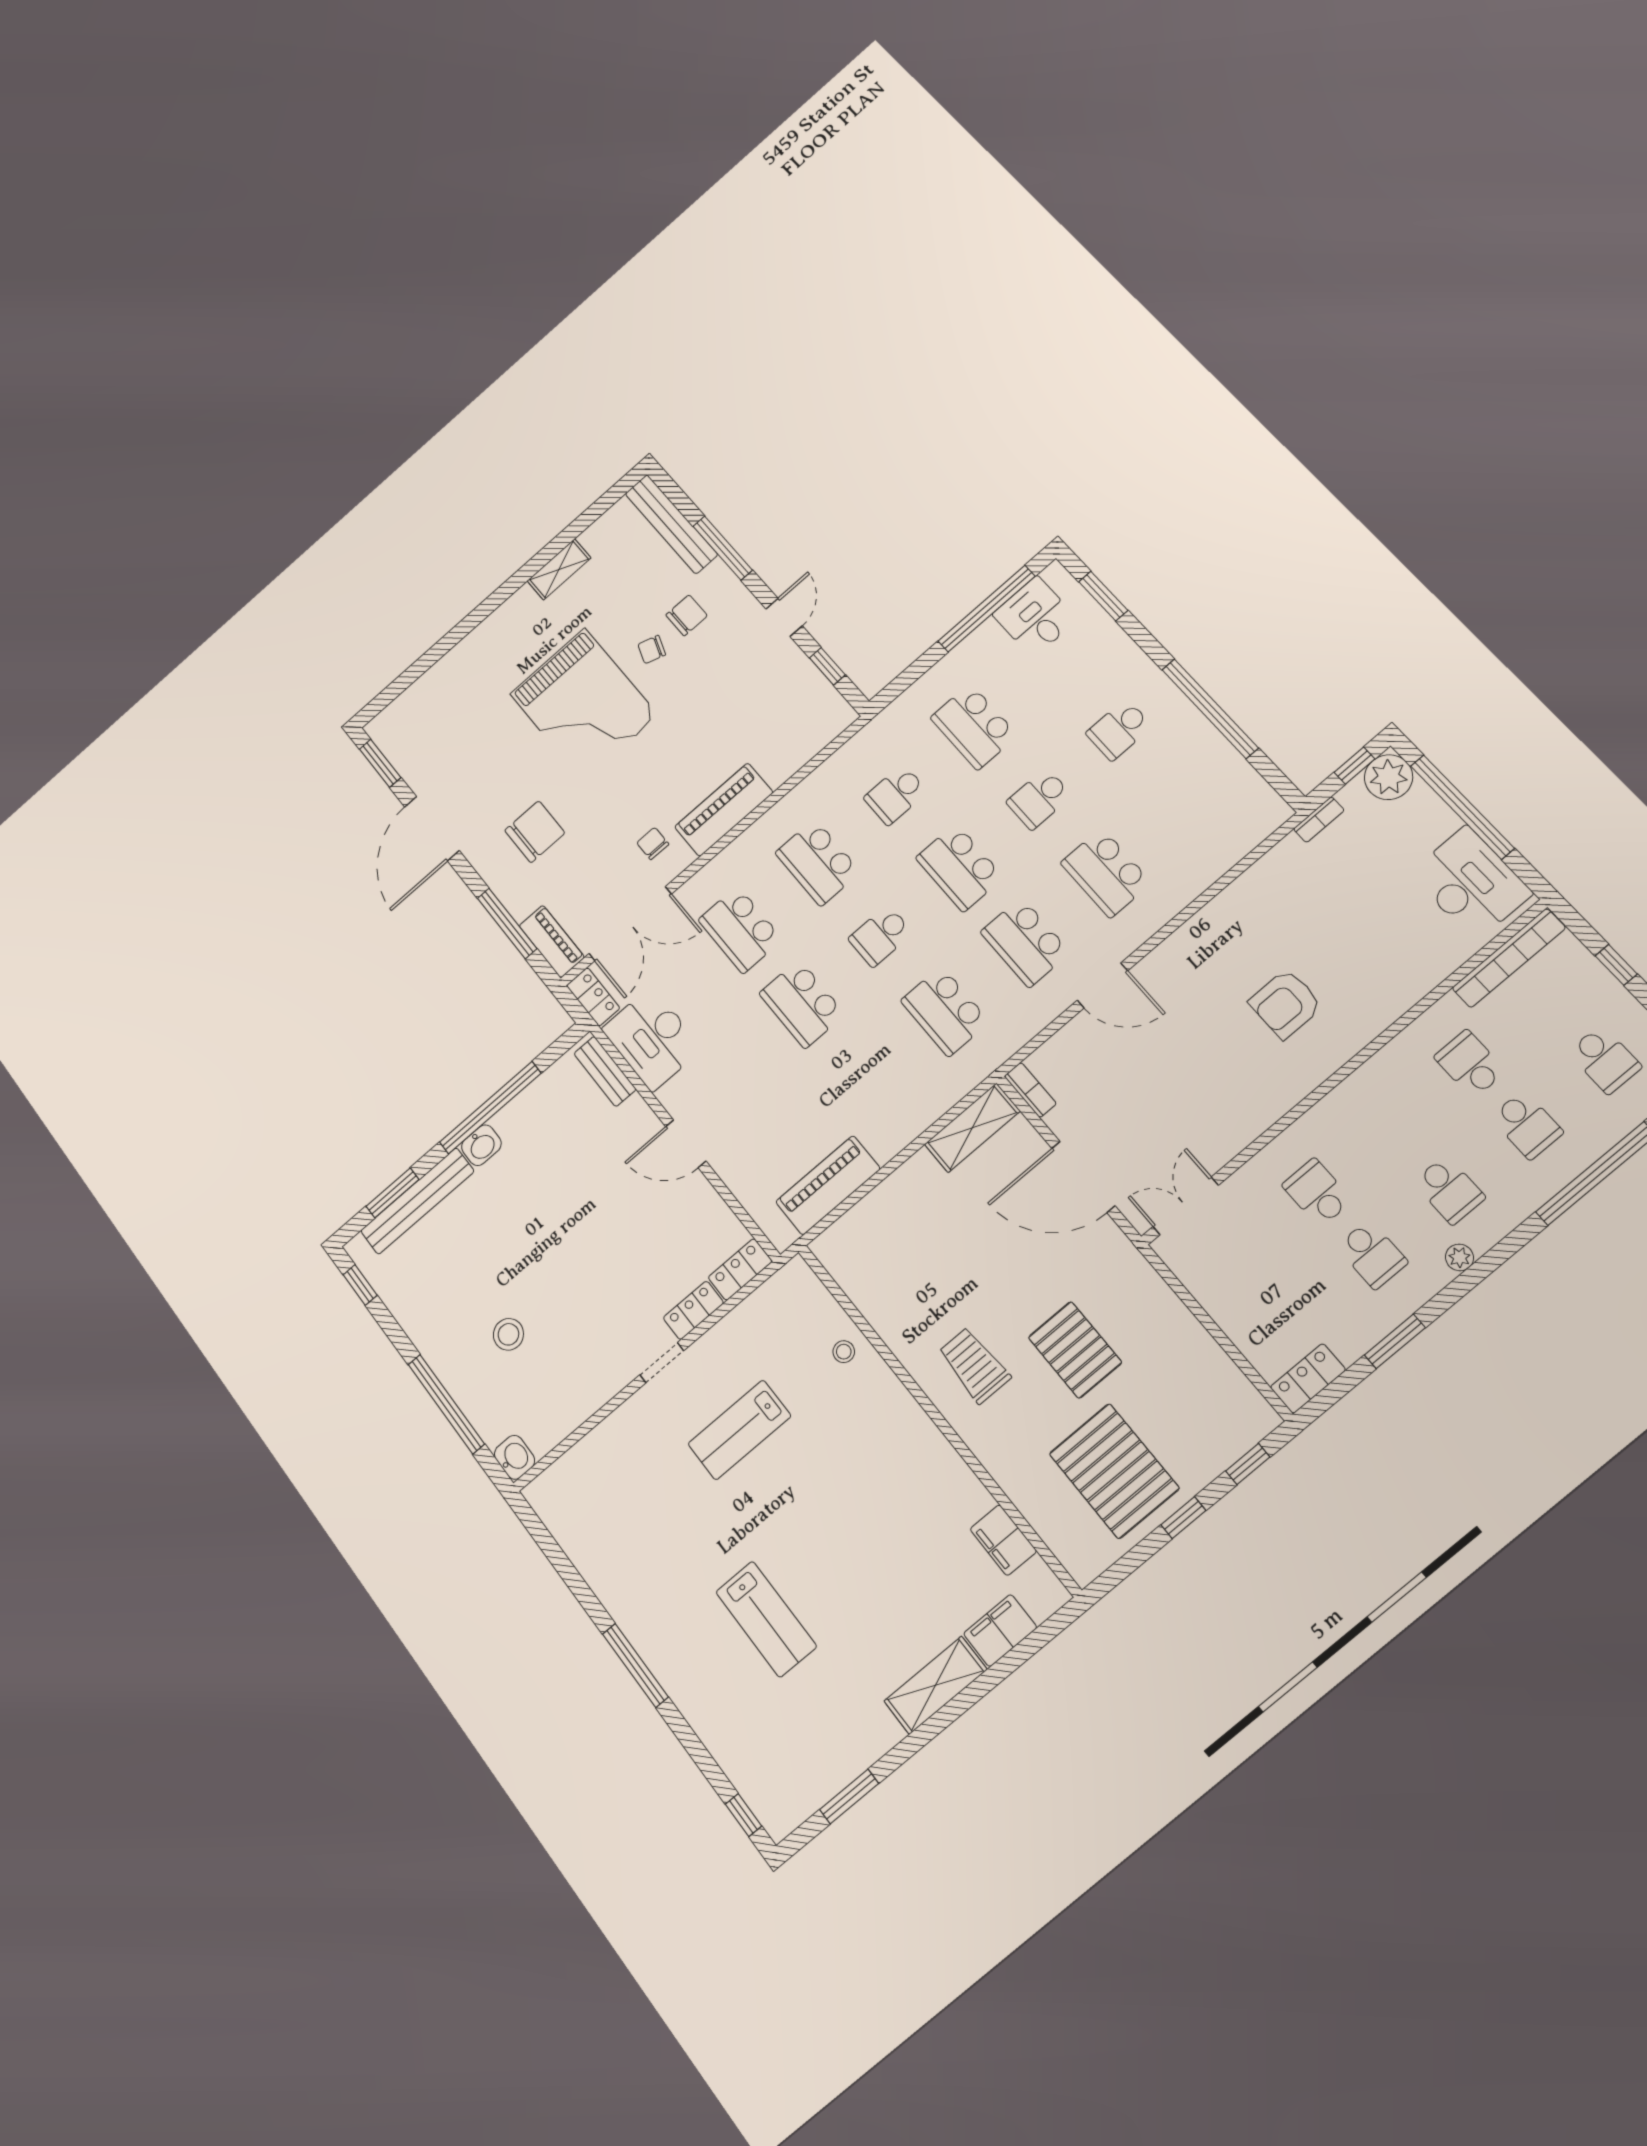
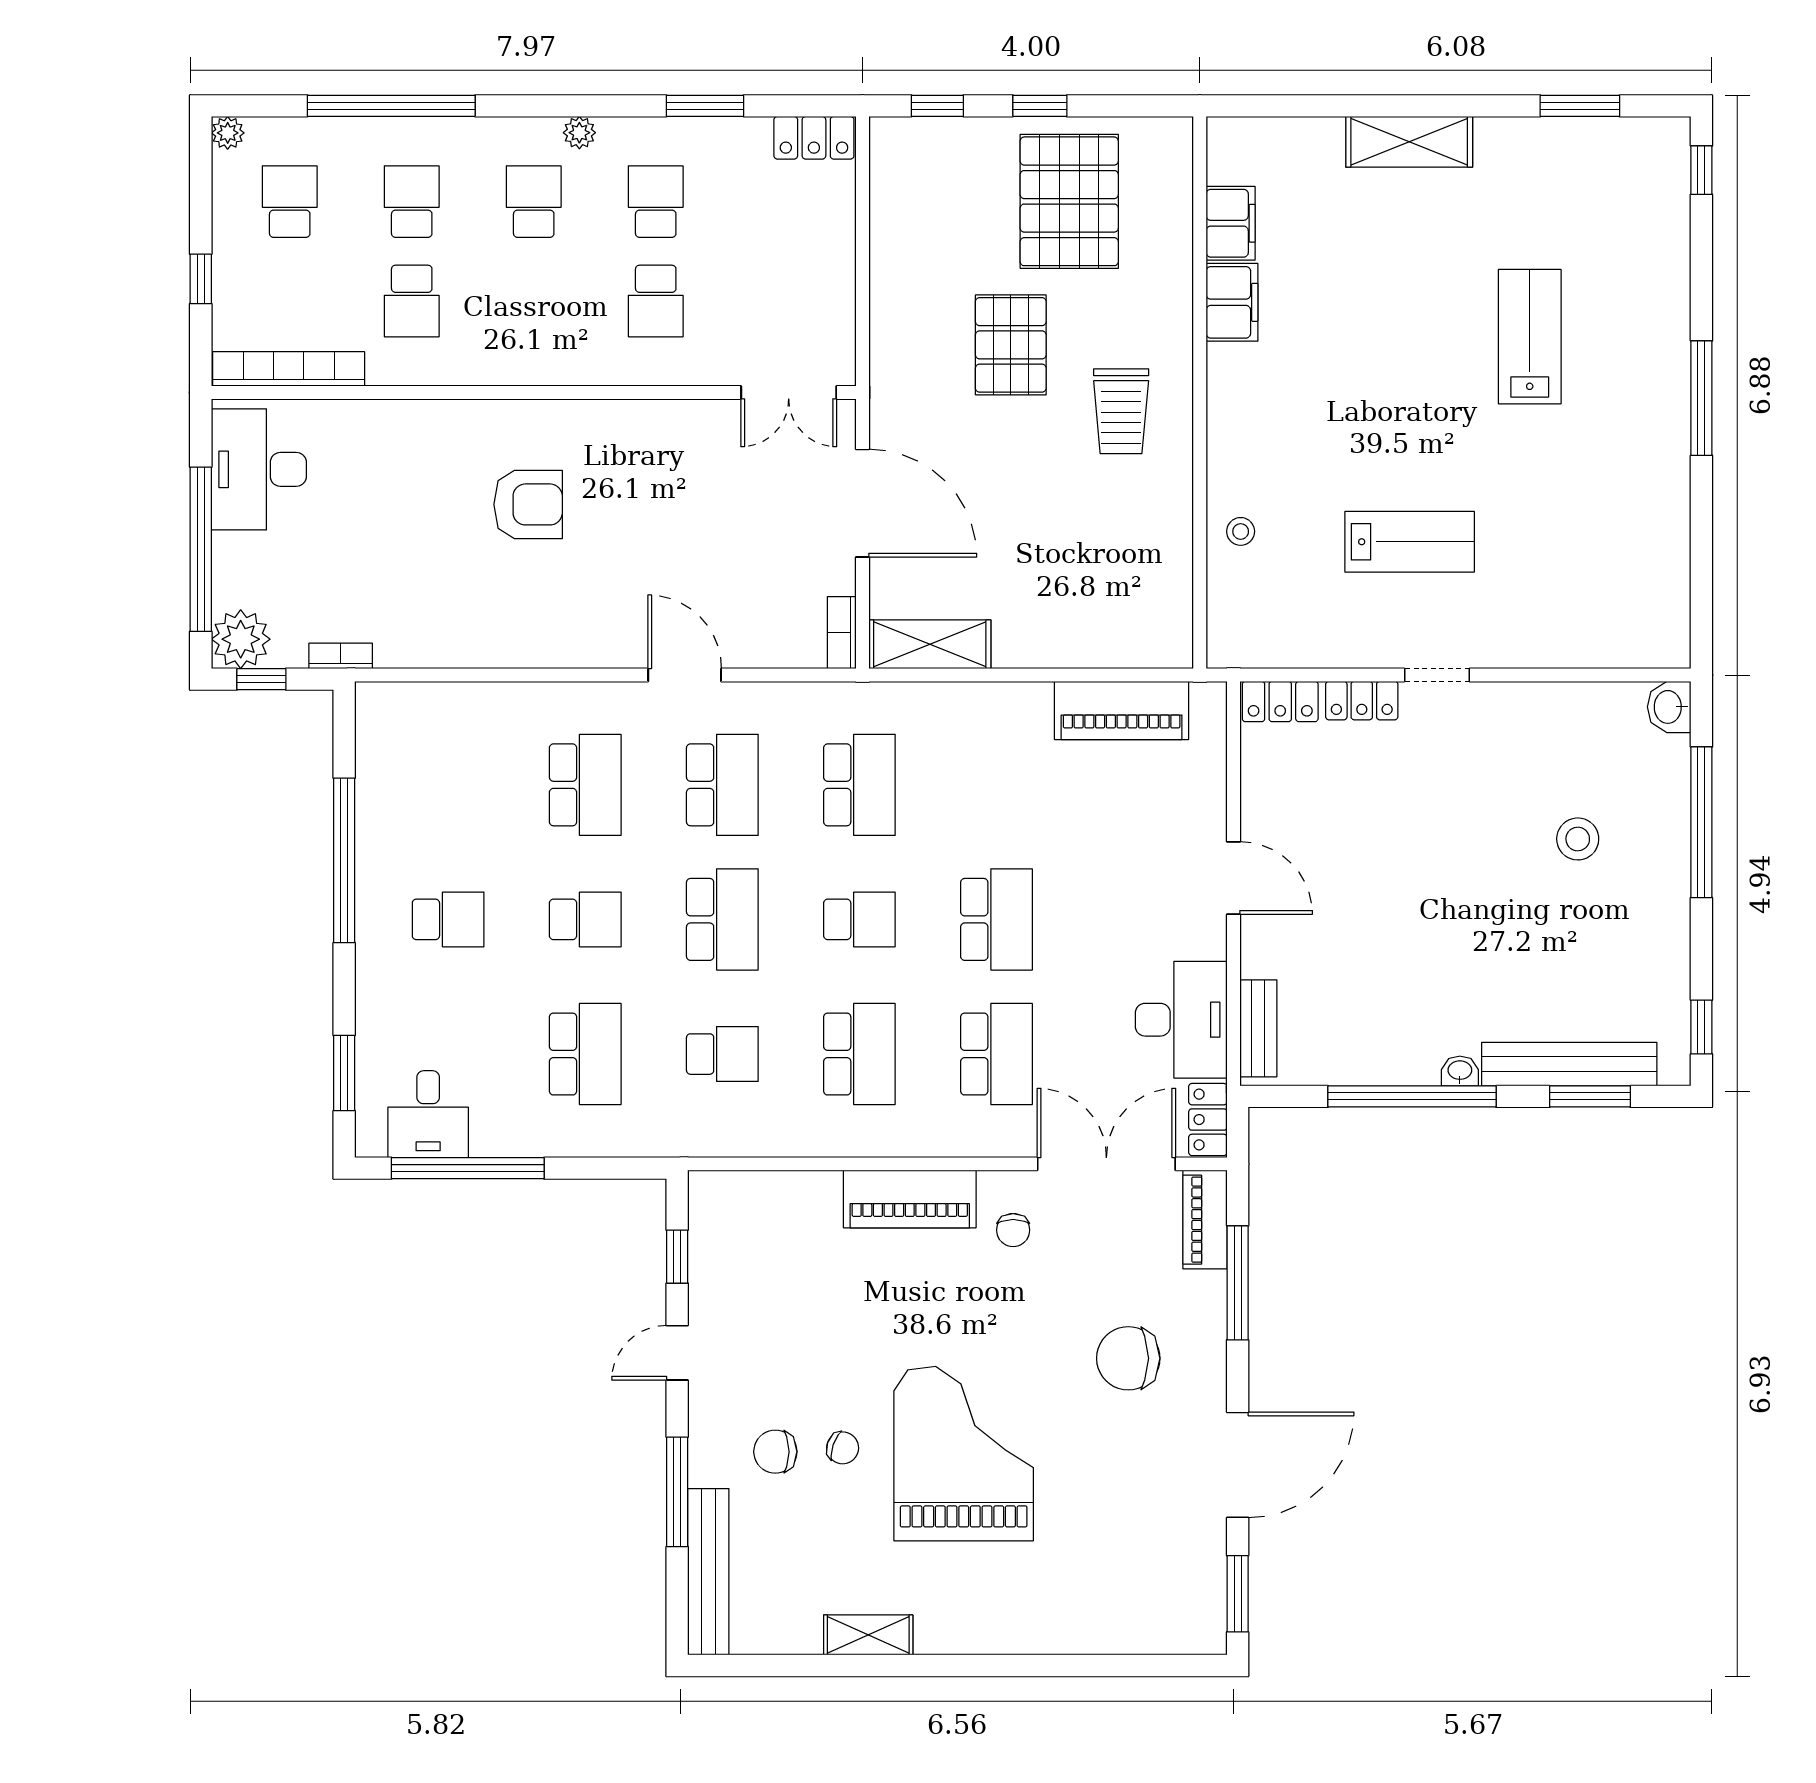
washbasin: (481, 1145) -> (1460, 1071), width x0.72, depth x0.69
filing cabinet: (1000, 1631) -> (1232, 302), moved, turned -90

